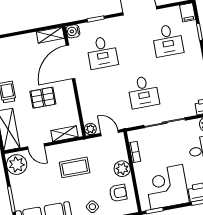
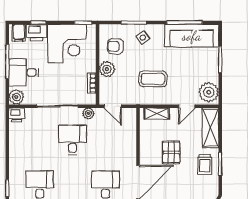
pallet: (43, 98) -> (171, 152), turned 90
plant: (90, 129) -> (88, 113), moved
door: (36, 147) -> (187, 106), swing flipped

